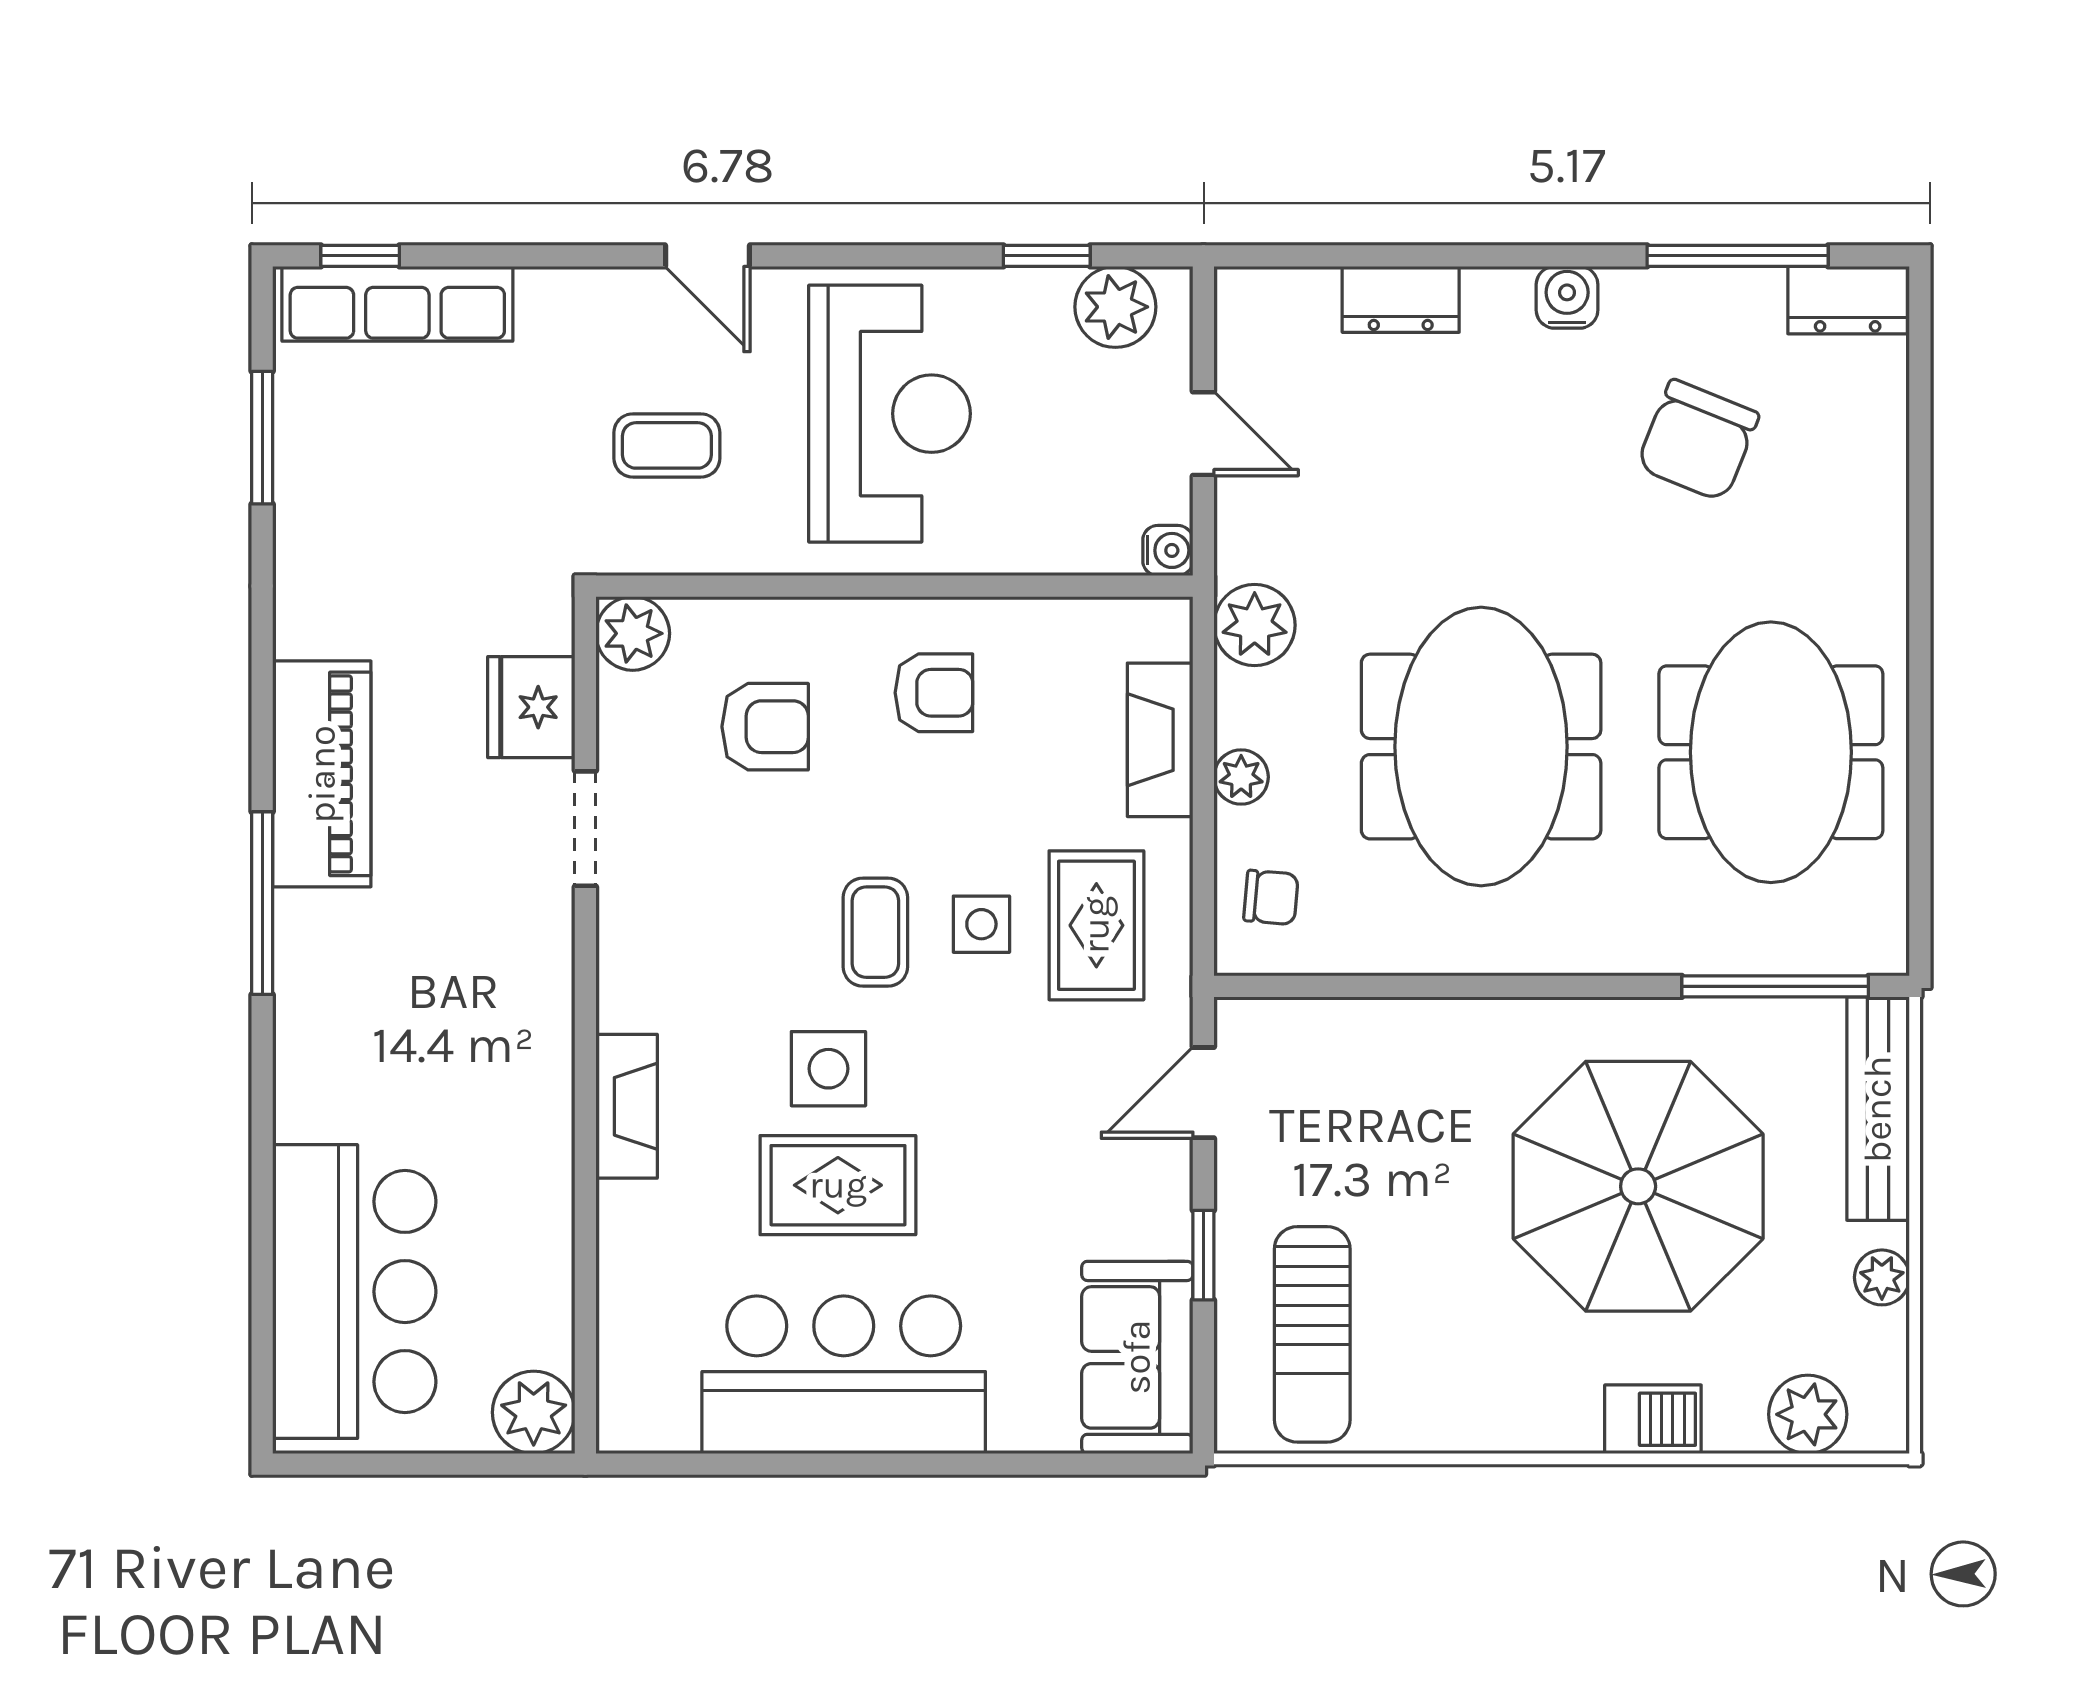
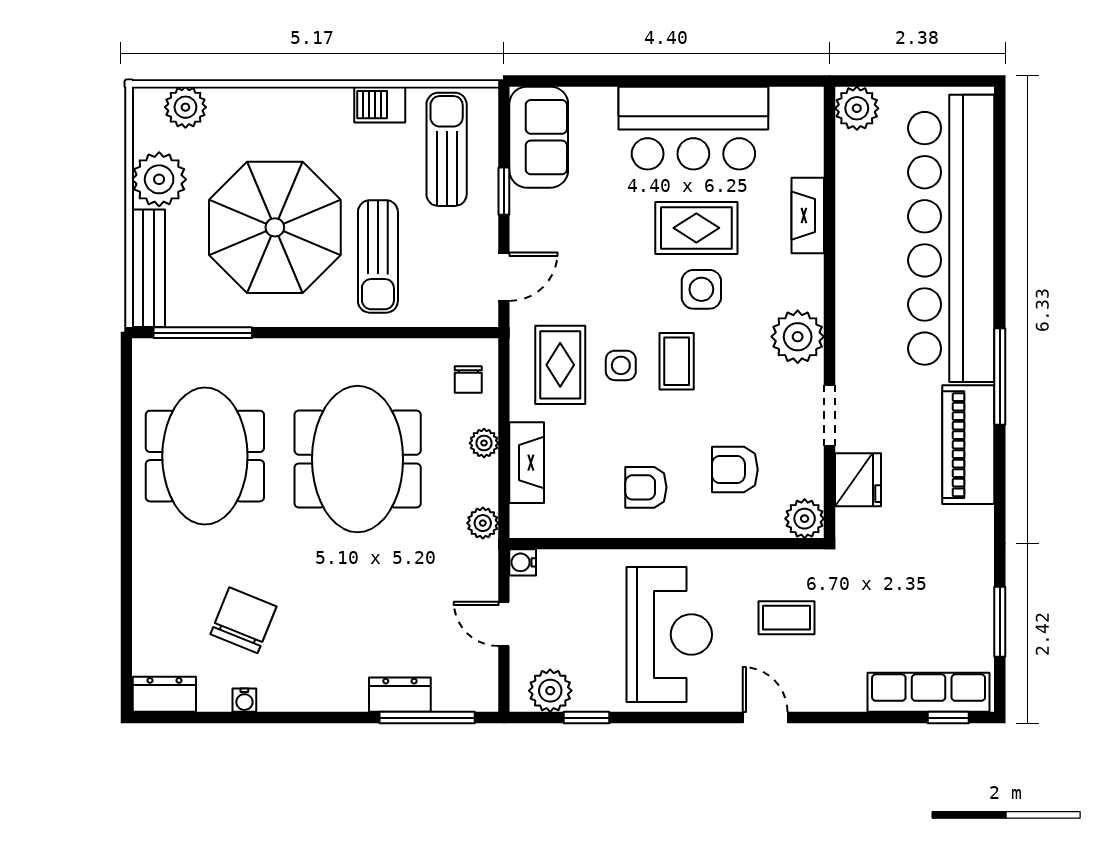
window: (1738, 256) -> (427, 718), moved
water cooler: (1567, 297) -> (244, 700), moved, width x0.72, depth x0.72
reception desk: (890, 414) -> (669, 634), turned 180
plant: (1255, 625) -> (483, 523), width x0.73, depth x0.73
chair: (1271, 897) -> (468, 380), turned -95
plant: (646, 979) -> (798, 337), added
fireplace: (627, 1106) -> (808, 216), moved
sun lounger: (1442, 1131) -> (378, 256), added
plant: (1882, 1277) -> (159, 179), width x1.87, depth x1.87
bar counter: (354, 1292) -> (951, 238), width x1.86
barbecue: (1653, 1419) -> (380, 105), moved

